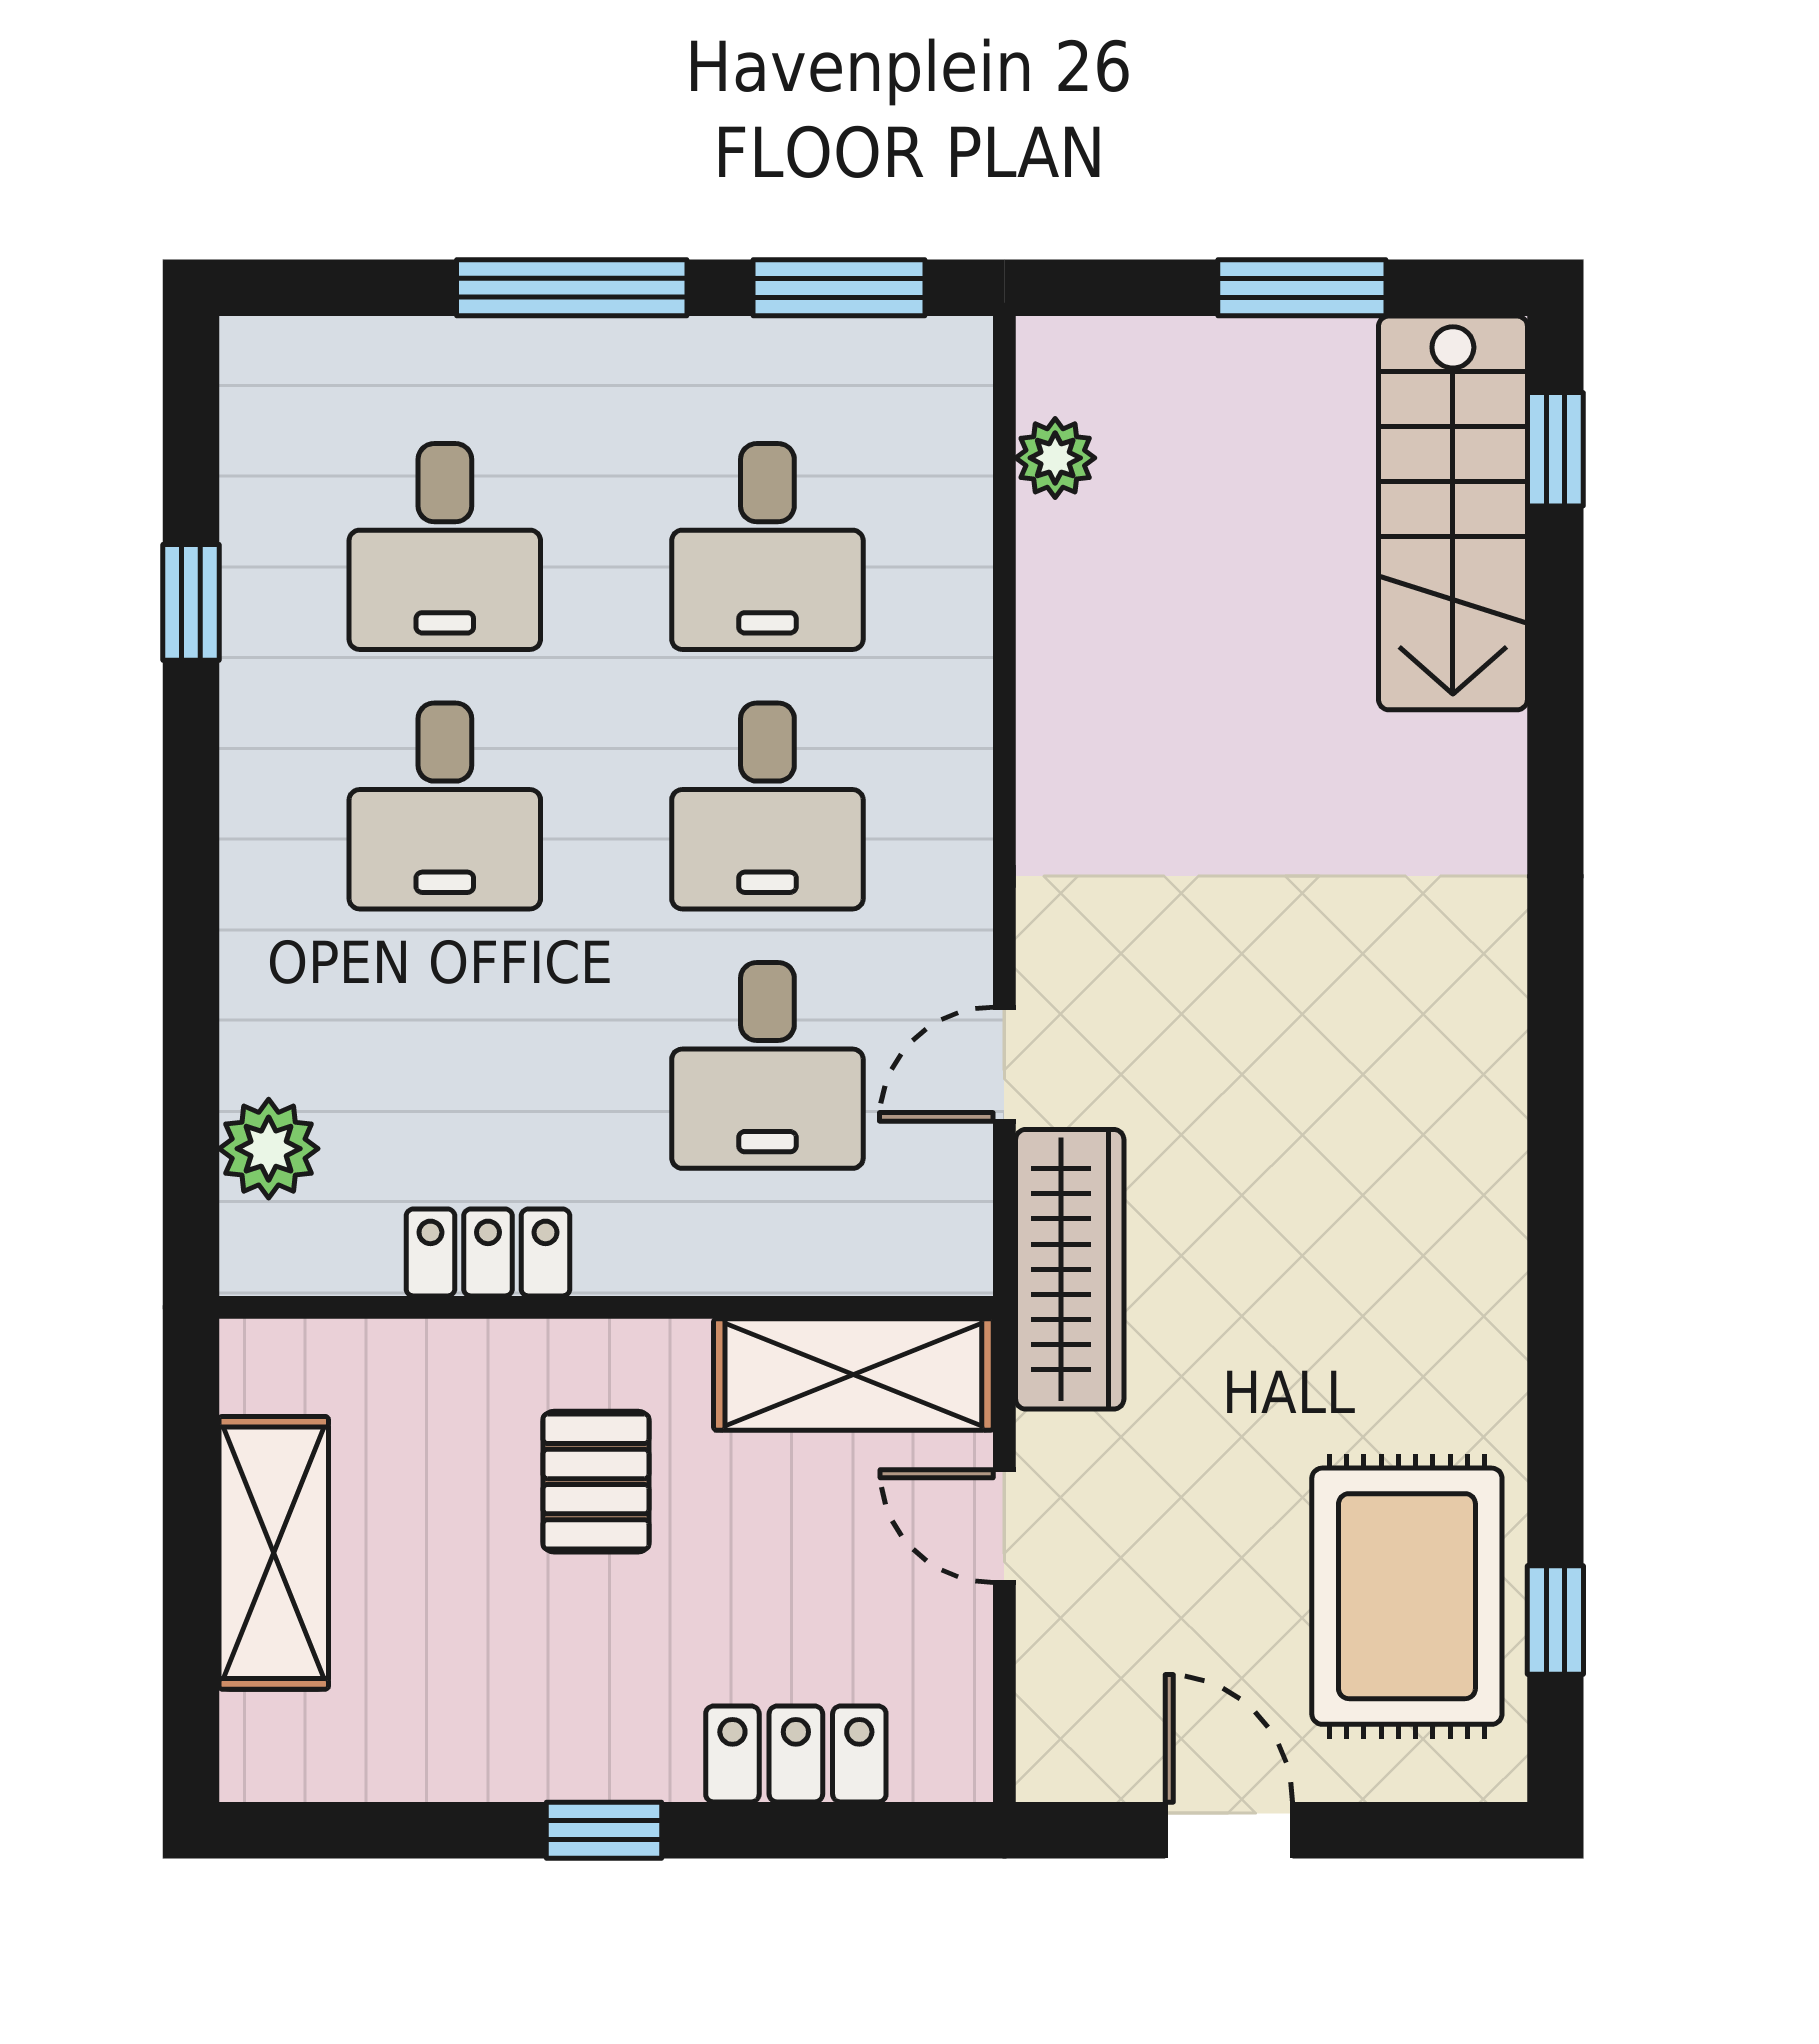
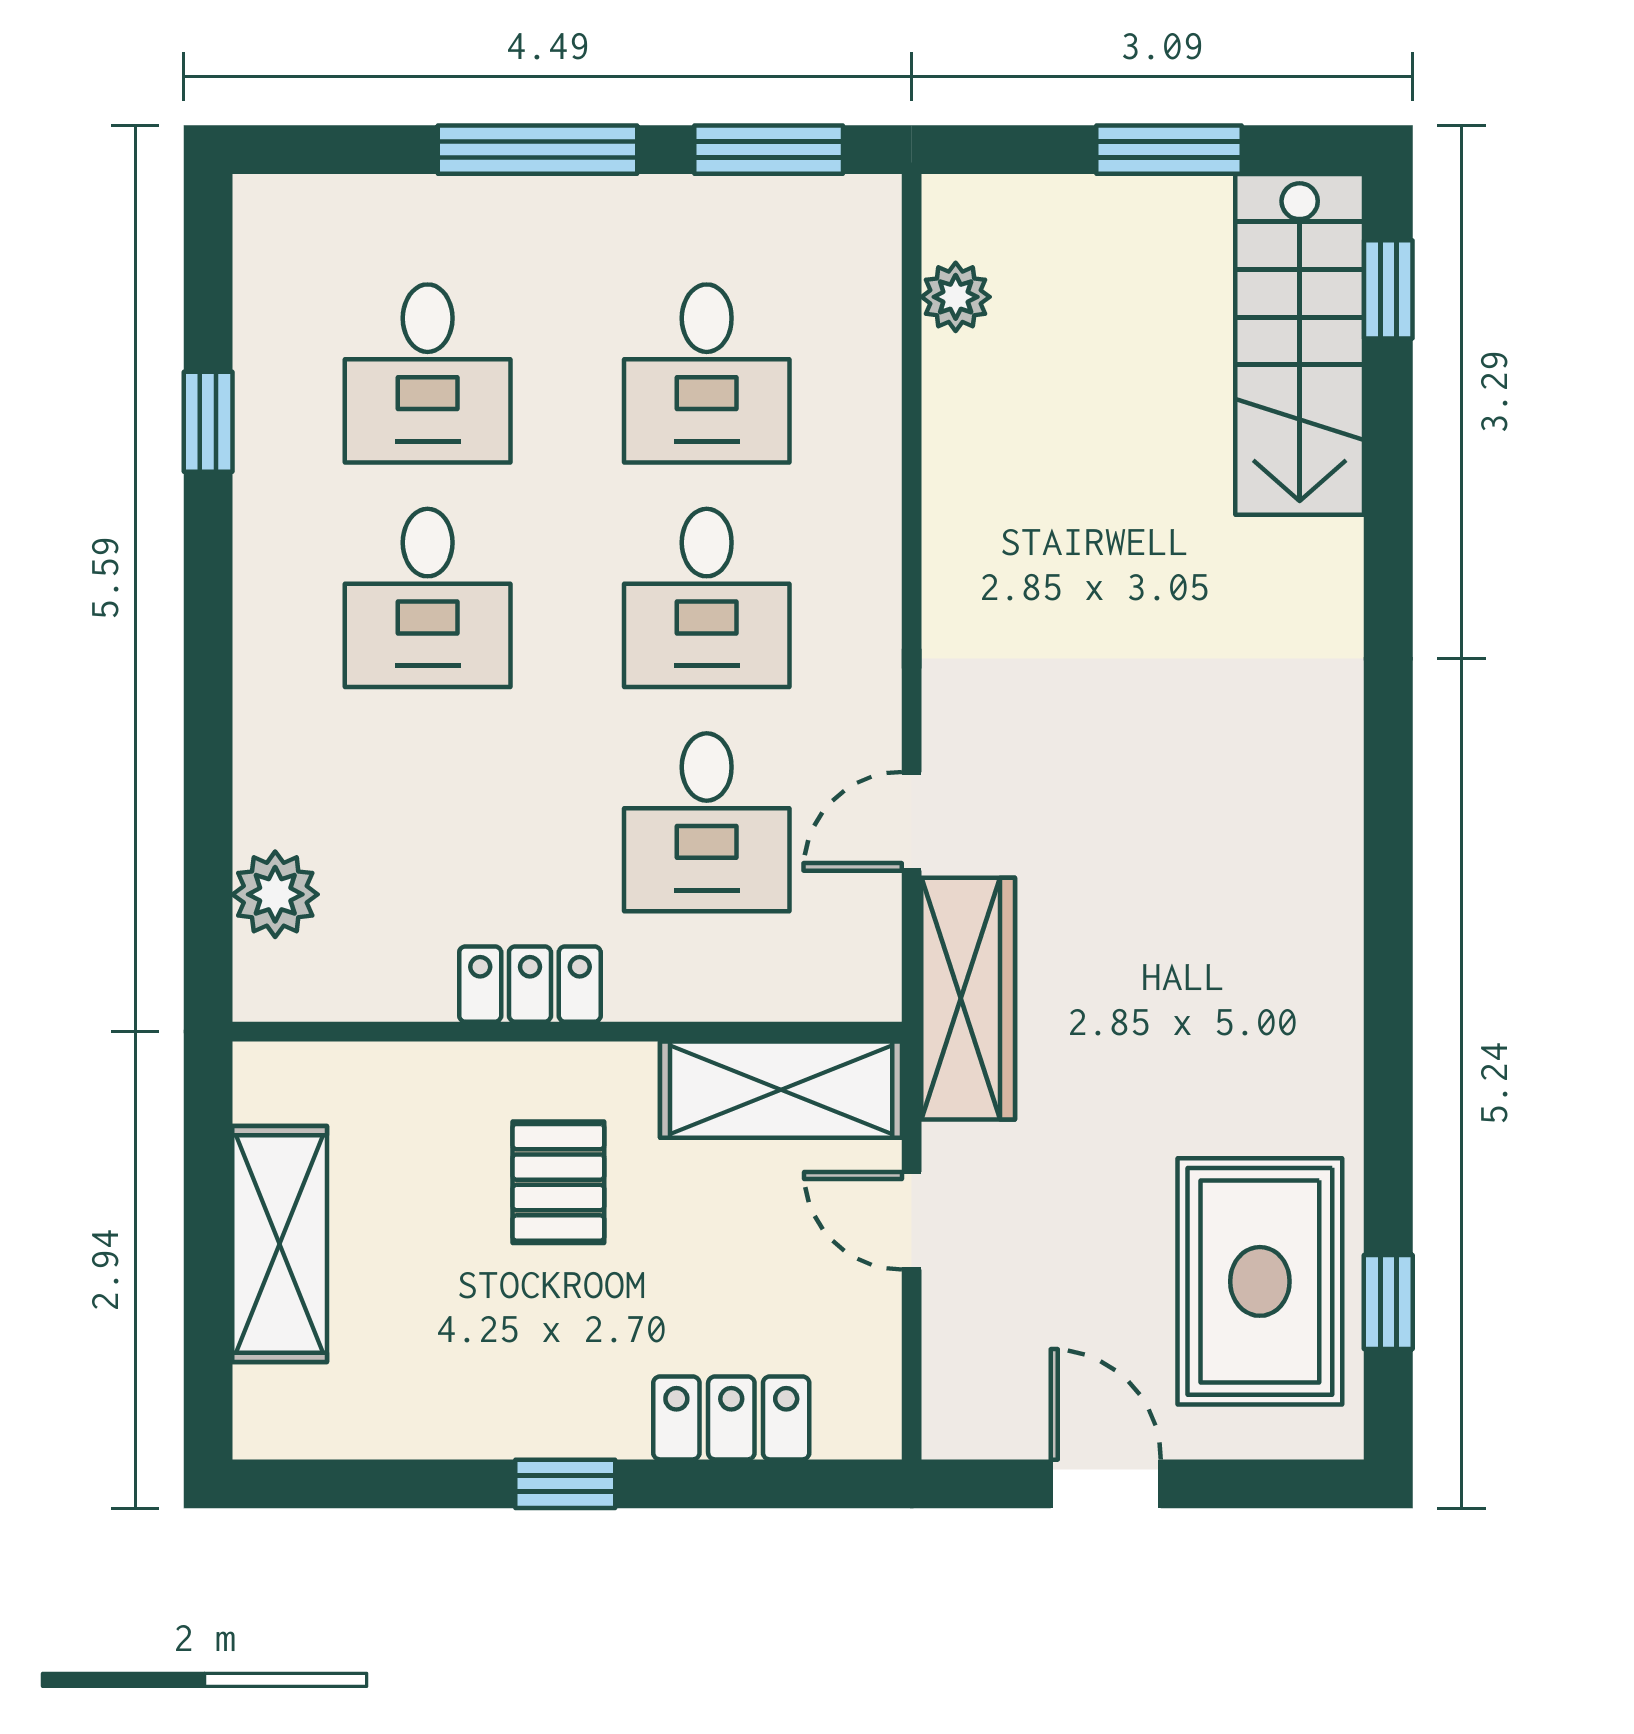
locker: (488, 1252) -> (530, 984), moved

